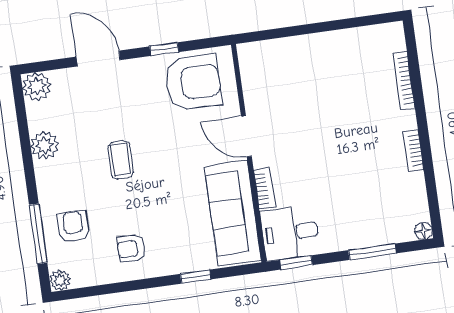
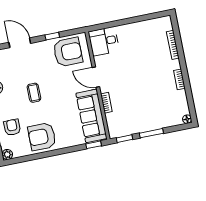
desk: (290, 233) -> (104, 41), moved
armchair: (131, 249) -> (42, 137), width x1.88, depth x1.88
window: (372, 252) -> (151, 133), moved
window: (196, 277) -> (94, 145), moved

